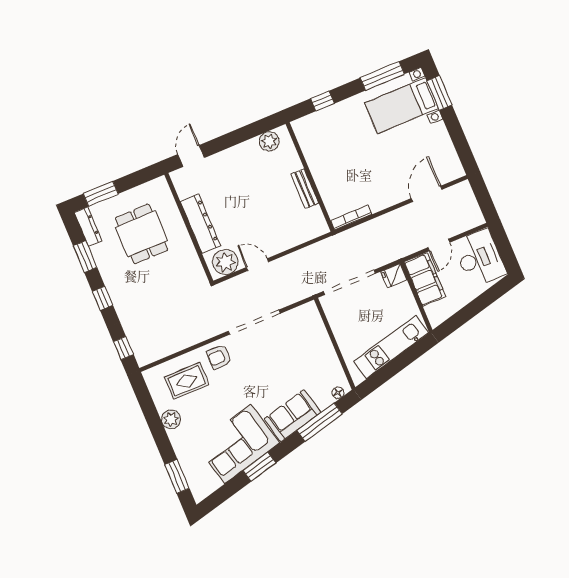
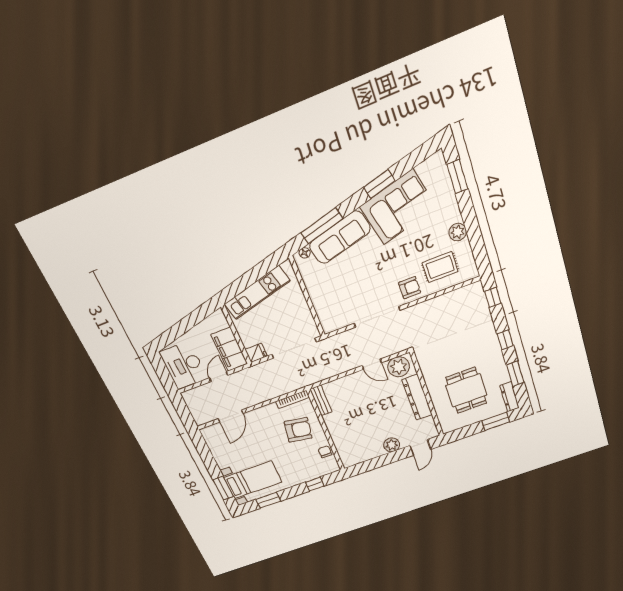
window: (382, 76) -> (268, 500), width x0.69
plant: (269, 141) -> (392, 445), moved
chair: (310, 148) -> (325, 452), added
armchair: (344, 177) -> (298, 430), added
bench: (305, 189) -> (321, 400), moved
sofa: (292, 416) -> (340, 237), width x1.36

